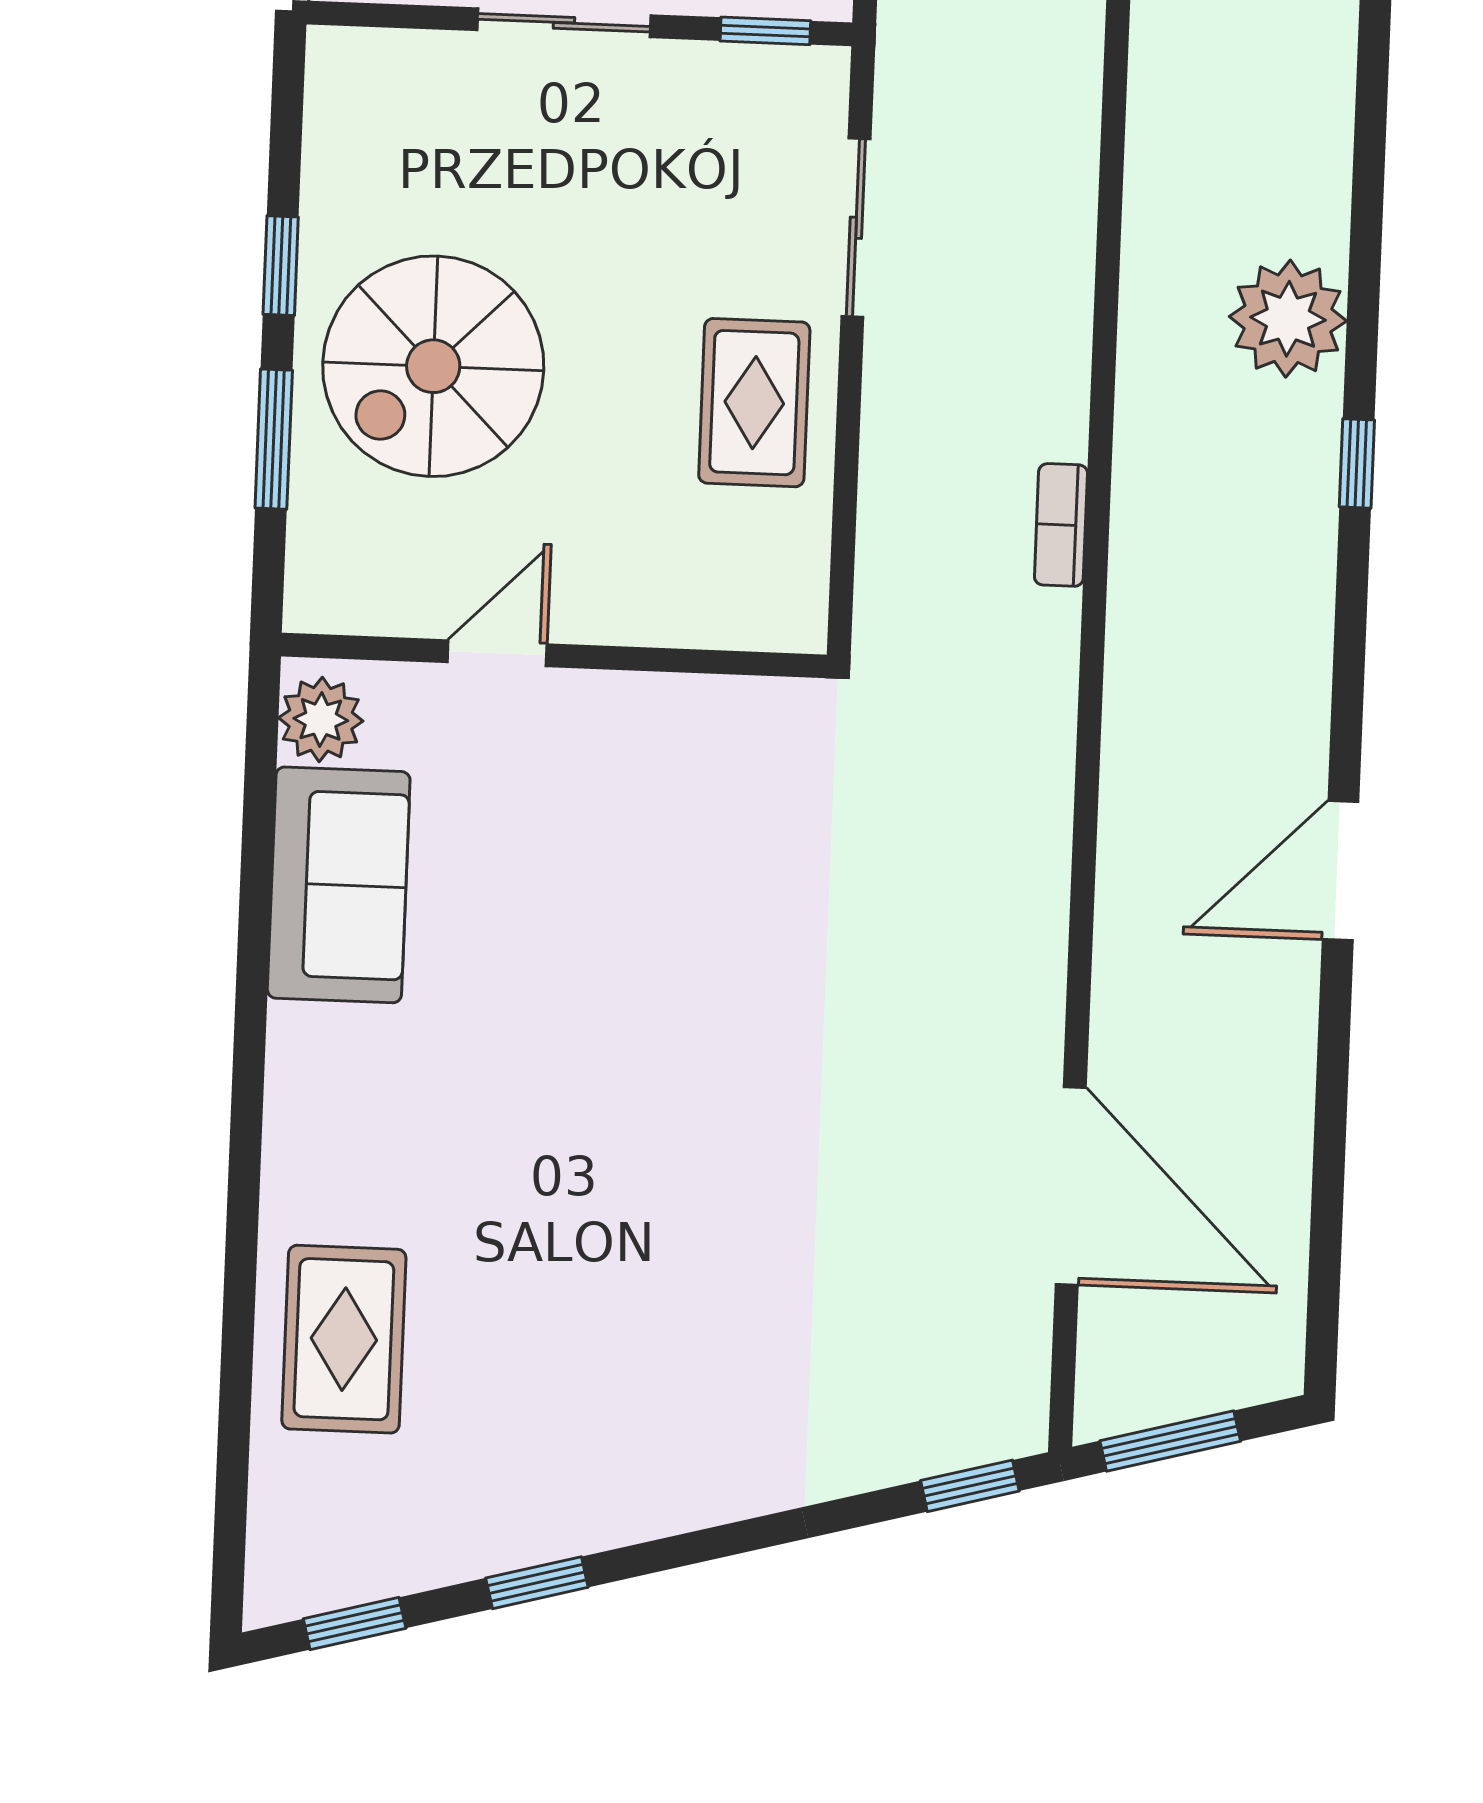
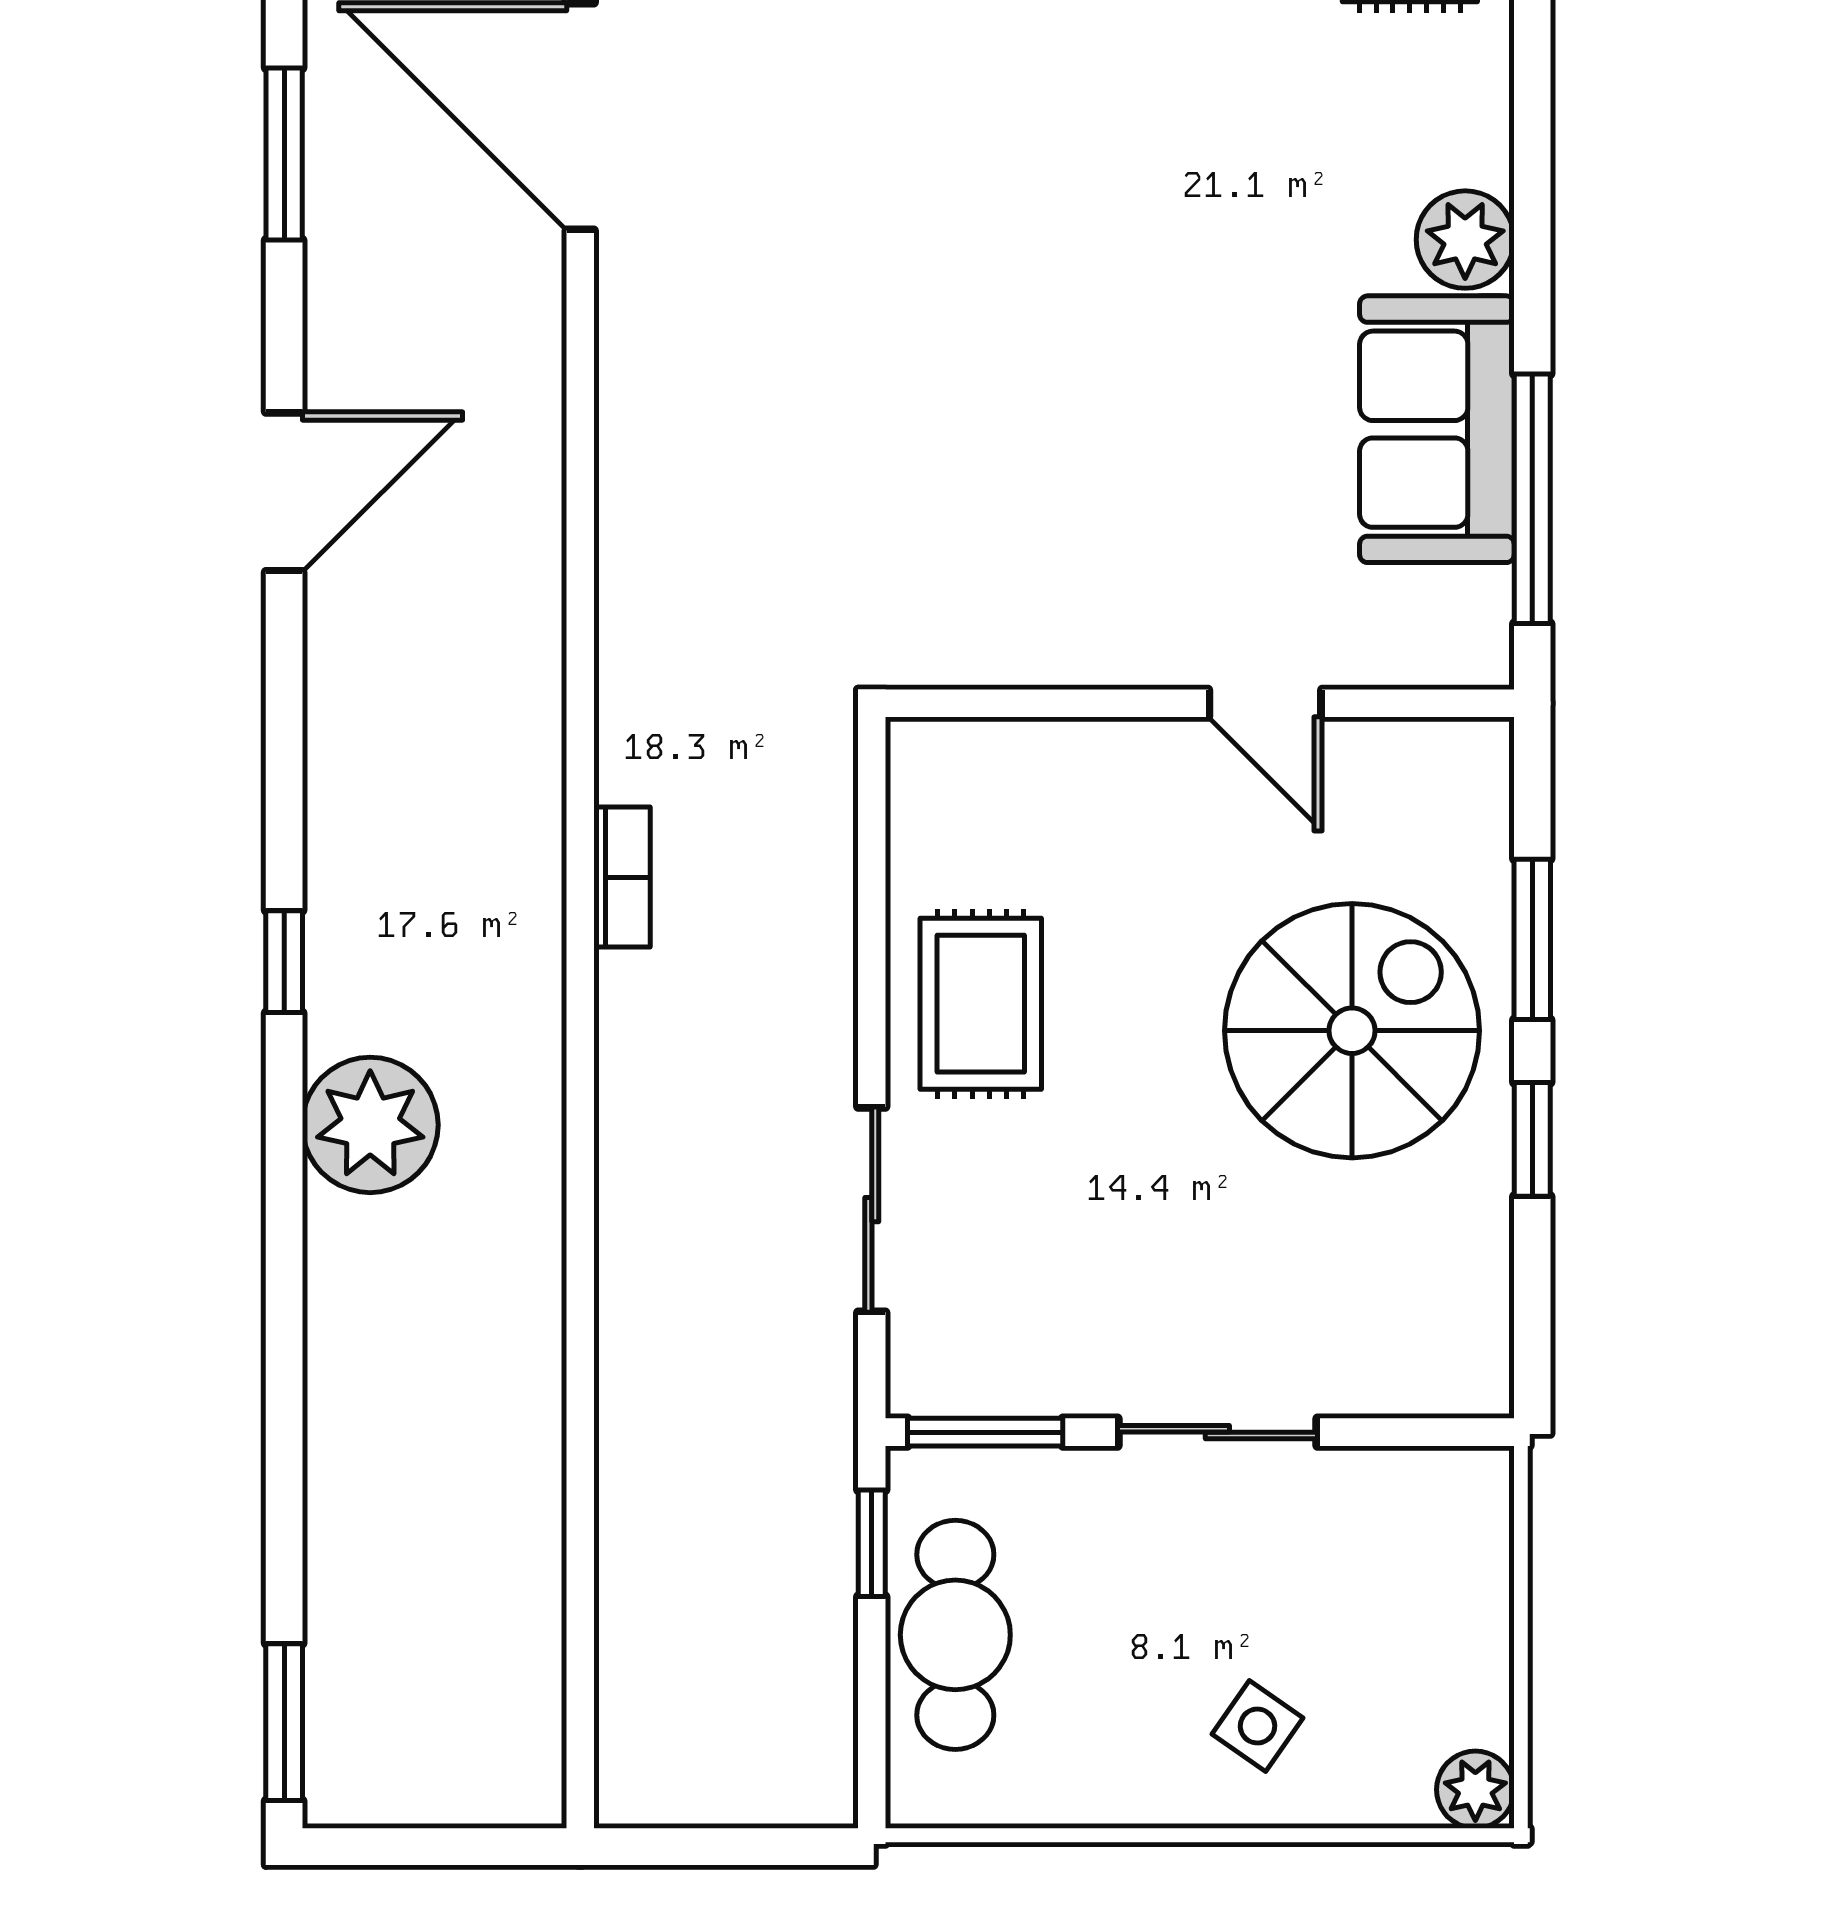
window: (765, 31) -> (985, 1432), width x1.50
door: (497, 653) -> (1265, 703), hinge flipped
plant: (321, 719) -> (1465, 240), moved
window: (258, 821) -> (1532, 499), added
window: (1329, 1164) -> (284, 154), added

